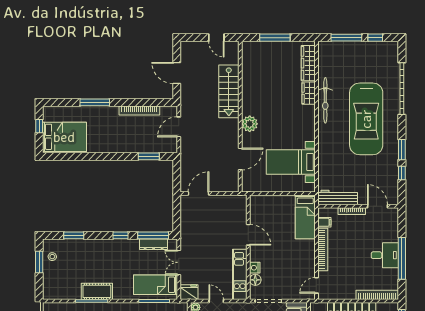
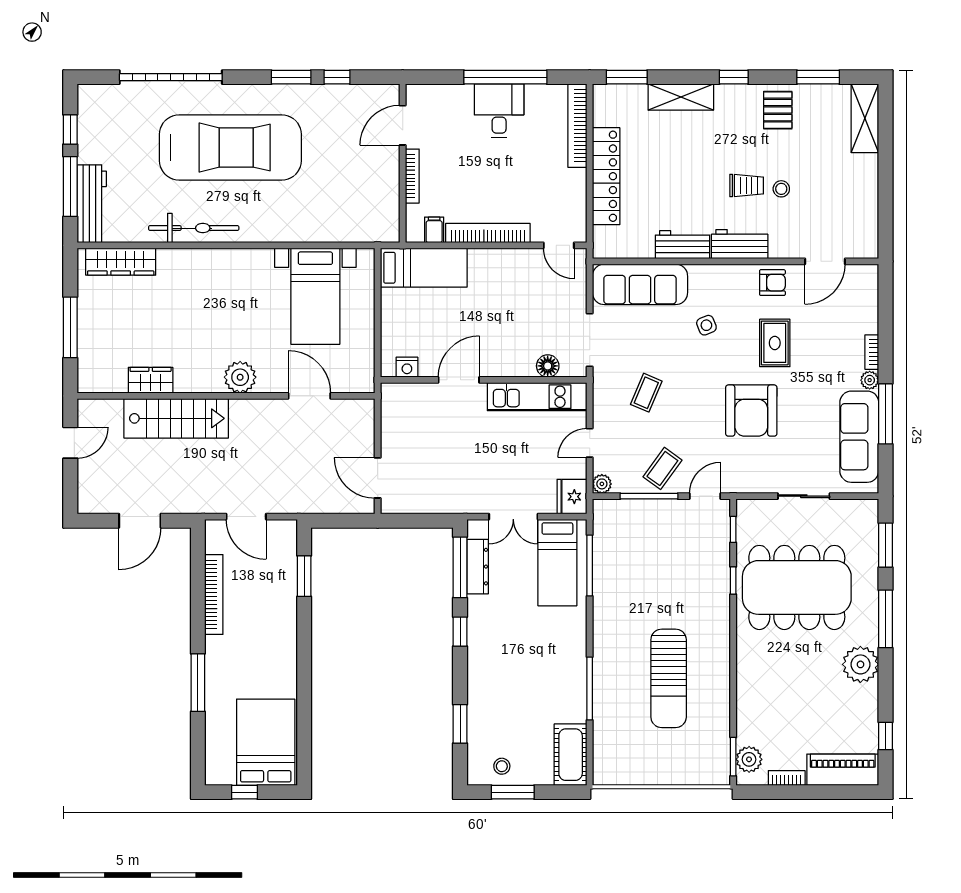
wardrobe: (309, 93) -> (151, 380), moved, turned 180
workbench: (338, 197) -> (92, 204), moved, turned 180
nightstand: (255, 268) -> (407, 367), moved
cot: (97, 291) -> (571, 755), moved

